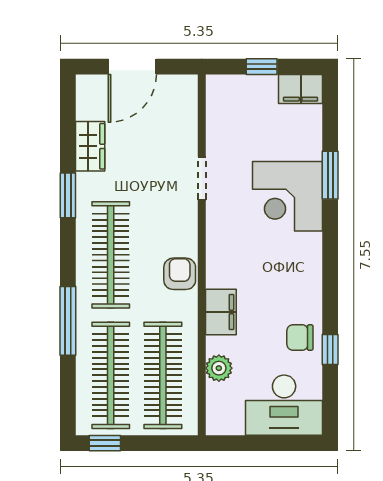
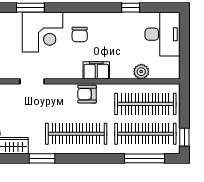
filing cabinet: (221, 312) -> (96, 70), moved
window: (68, 321) -> (145, 158), moved
chair: (300, 338) -> (80, 34), moved

